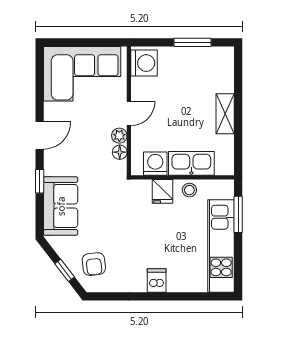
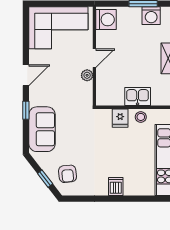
floor lamp: (120, 152) -> (87, 88), removed
kitchen sink: (191, 163) -> (138, 96), width x0.73
washing machine: (155, 164) -> (151, 16), moved, turned 180

